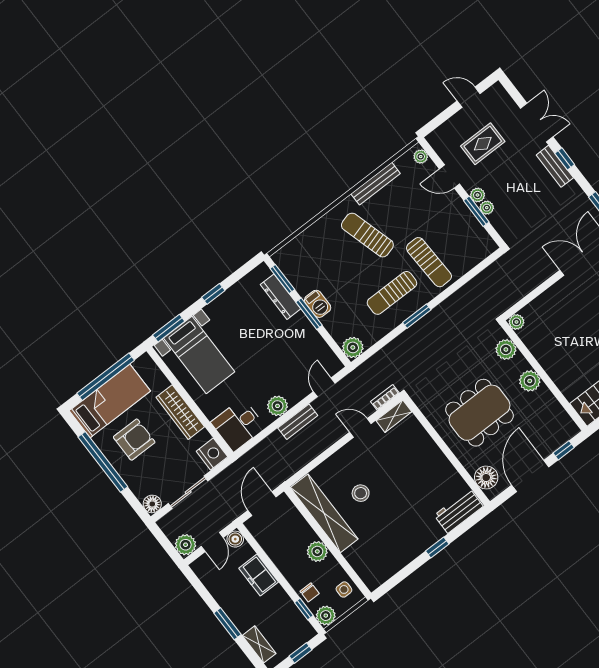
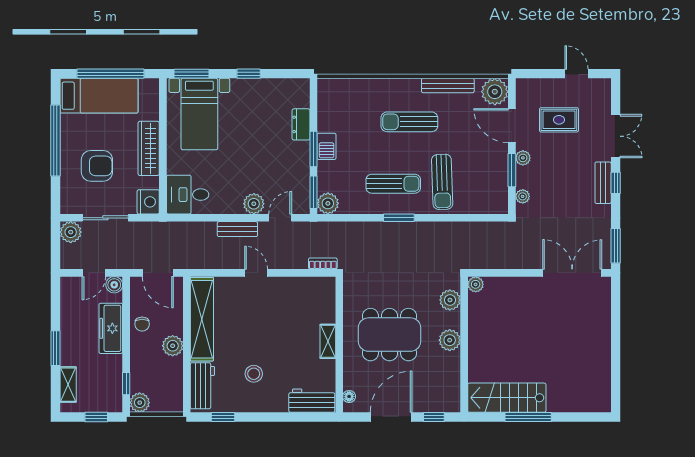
plant: (421, 157) -> (495, 92), width x1.88, depth x1.88
door: (449, 177) -> (512, 126), width x1.38
plant: (487, 208) -> (523, 196), moved
sun lounger: (367, 235) -> (409, 122), turned -74
window: (282, 279) -> (313, 192), moved
sun lounger: (392, 293) -> (393, 184), turned 180
dresser: (280, 297) -> (301, 124), width x0.70
plant: (278, 406) -> (254, 204), moved
shelving: (394, 416) -> (328, 341), moved, turned 90
door: (360, 428) -> (256, 273), moved
armchair: (134, 440) -> (97, 166), moved
floor lamp: (486, 478) -> (349, 396), width x0.53, depth x0.53
stool: (361, 493) -> (254, 374), moved
floor lamp: (152, 504) -> (69, 205), removed
door: (262, 504) -> (158, 273), swing flipped
plant: (186, 545) -> (71, 232), moved
window: (437, 548) -> (223, 417), moved
workbench: (365, 565) -> (202, 386), added
freezer: (259, 575) -> (111, 328), width x1.40
side table: (344, 589) -> (171, 393), removed
chair: (310, 592) -> (142, 324), moved

